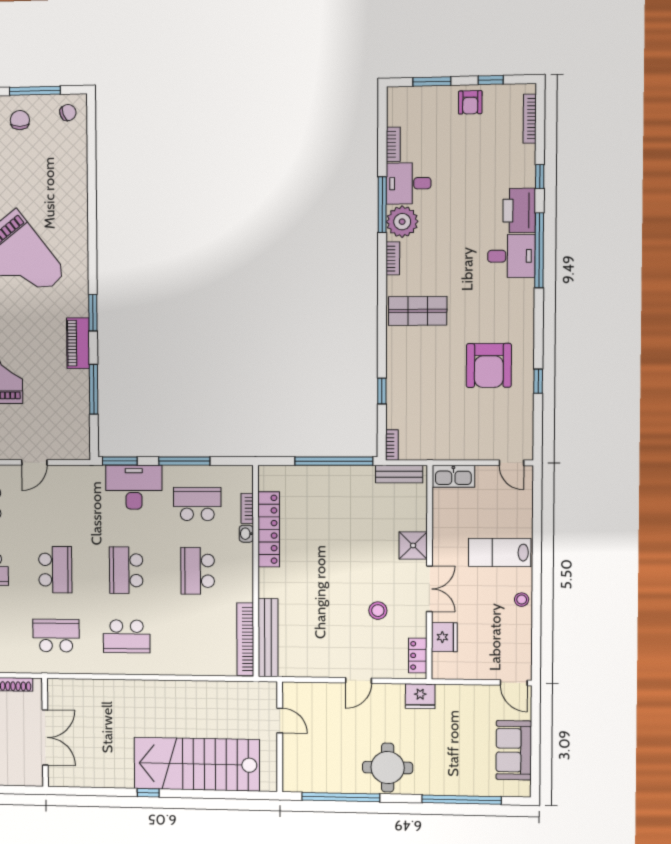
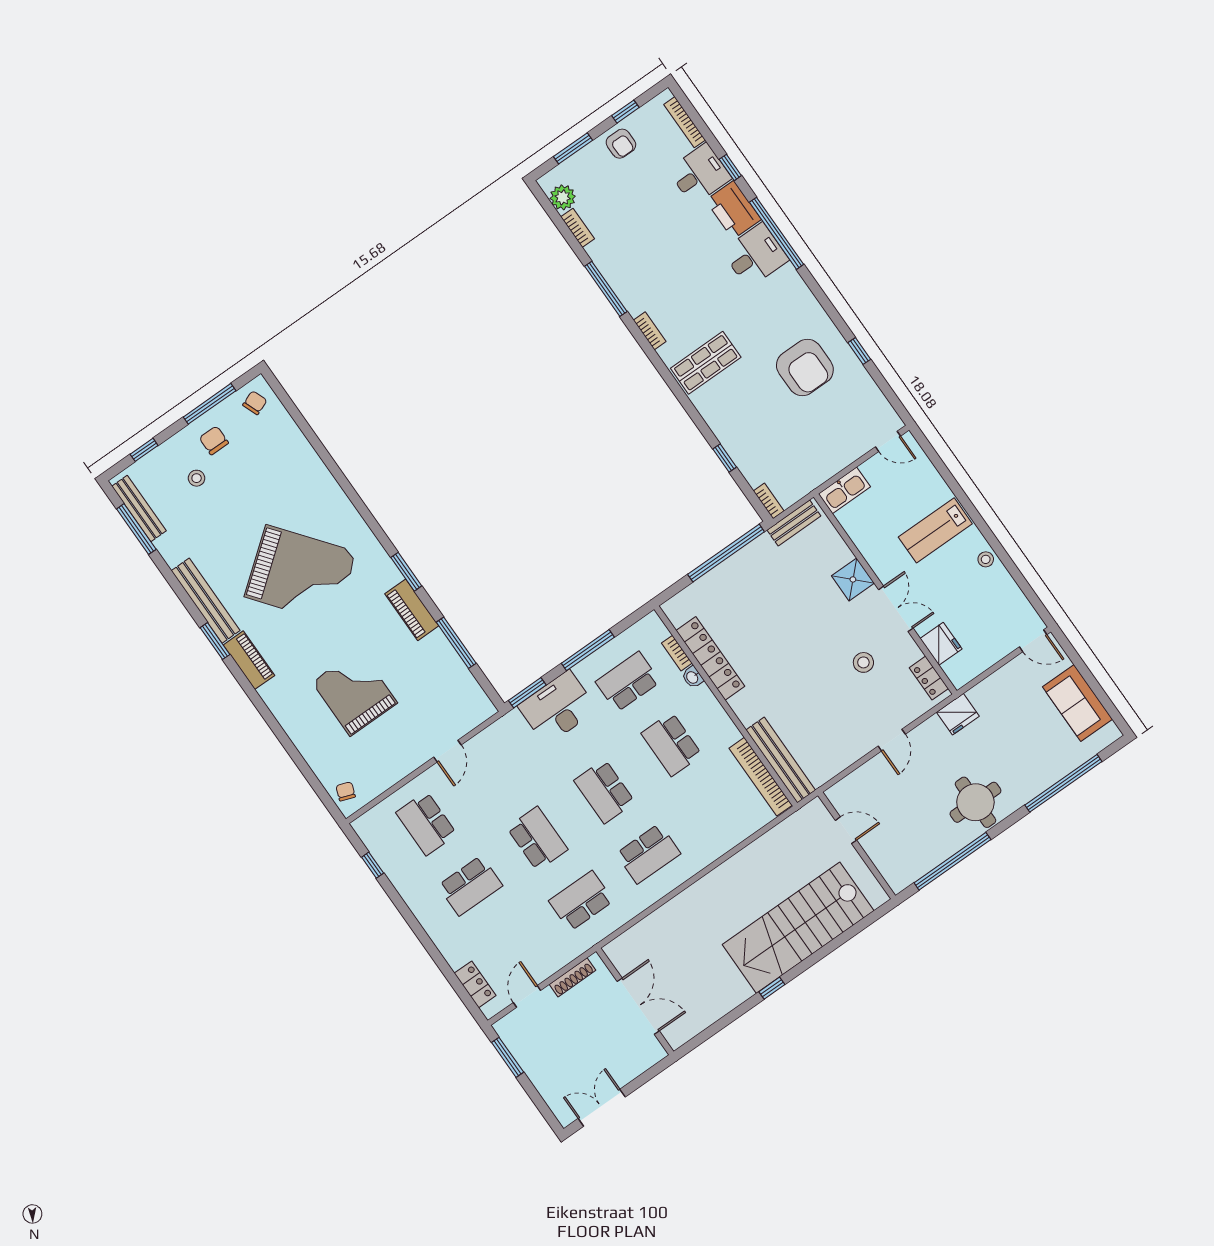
desk: (409, 183) -> (700, 174), moved, turned 180
plant: (402, 222) -> (563, 197), moved, width x0.73, depth x0.73

